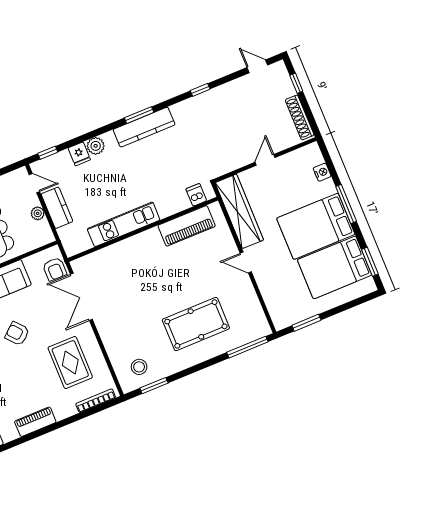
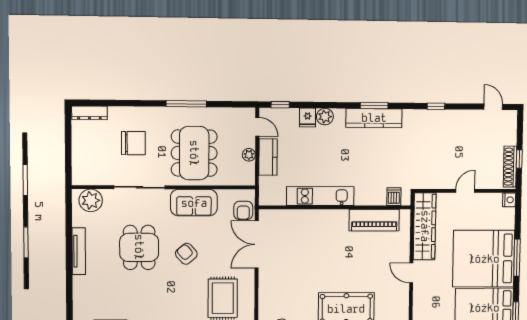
window: (296, 83) -> (519, 159), moved
nightstand: (322, 172) -> (509, 200), moved
bed: (316, 226) -> (484, 259), width x1.36

